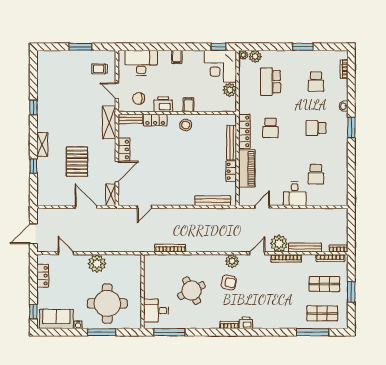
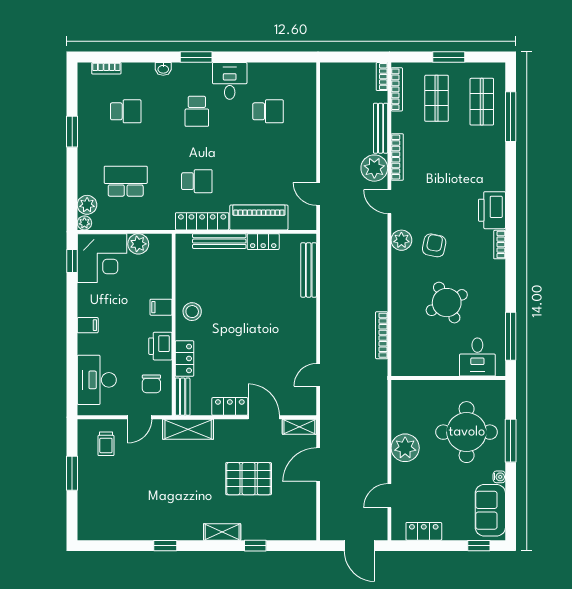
school desk: (271, 82) -> (126, 181), turned 180
desk: (295, 194) -> (230, 81), moved, turned -90
door: (144, 207) -> (318, 375), swing flipped
printer: (246, 323) -> (492, 210), width x1.87, depth x1.48

